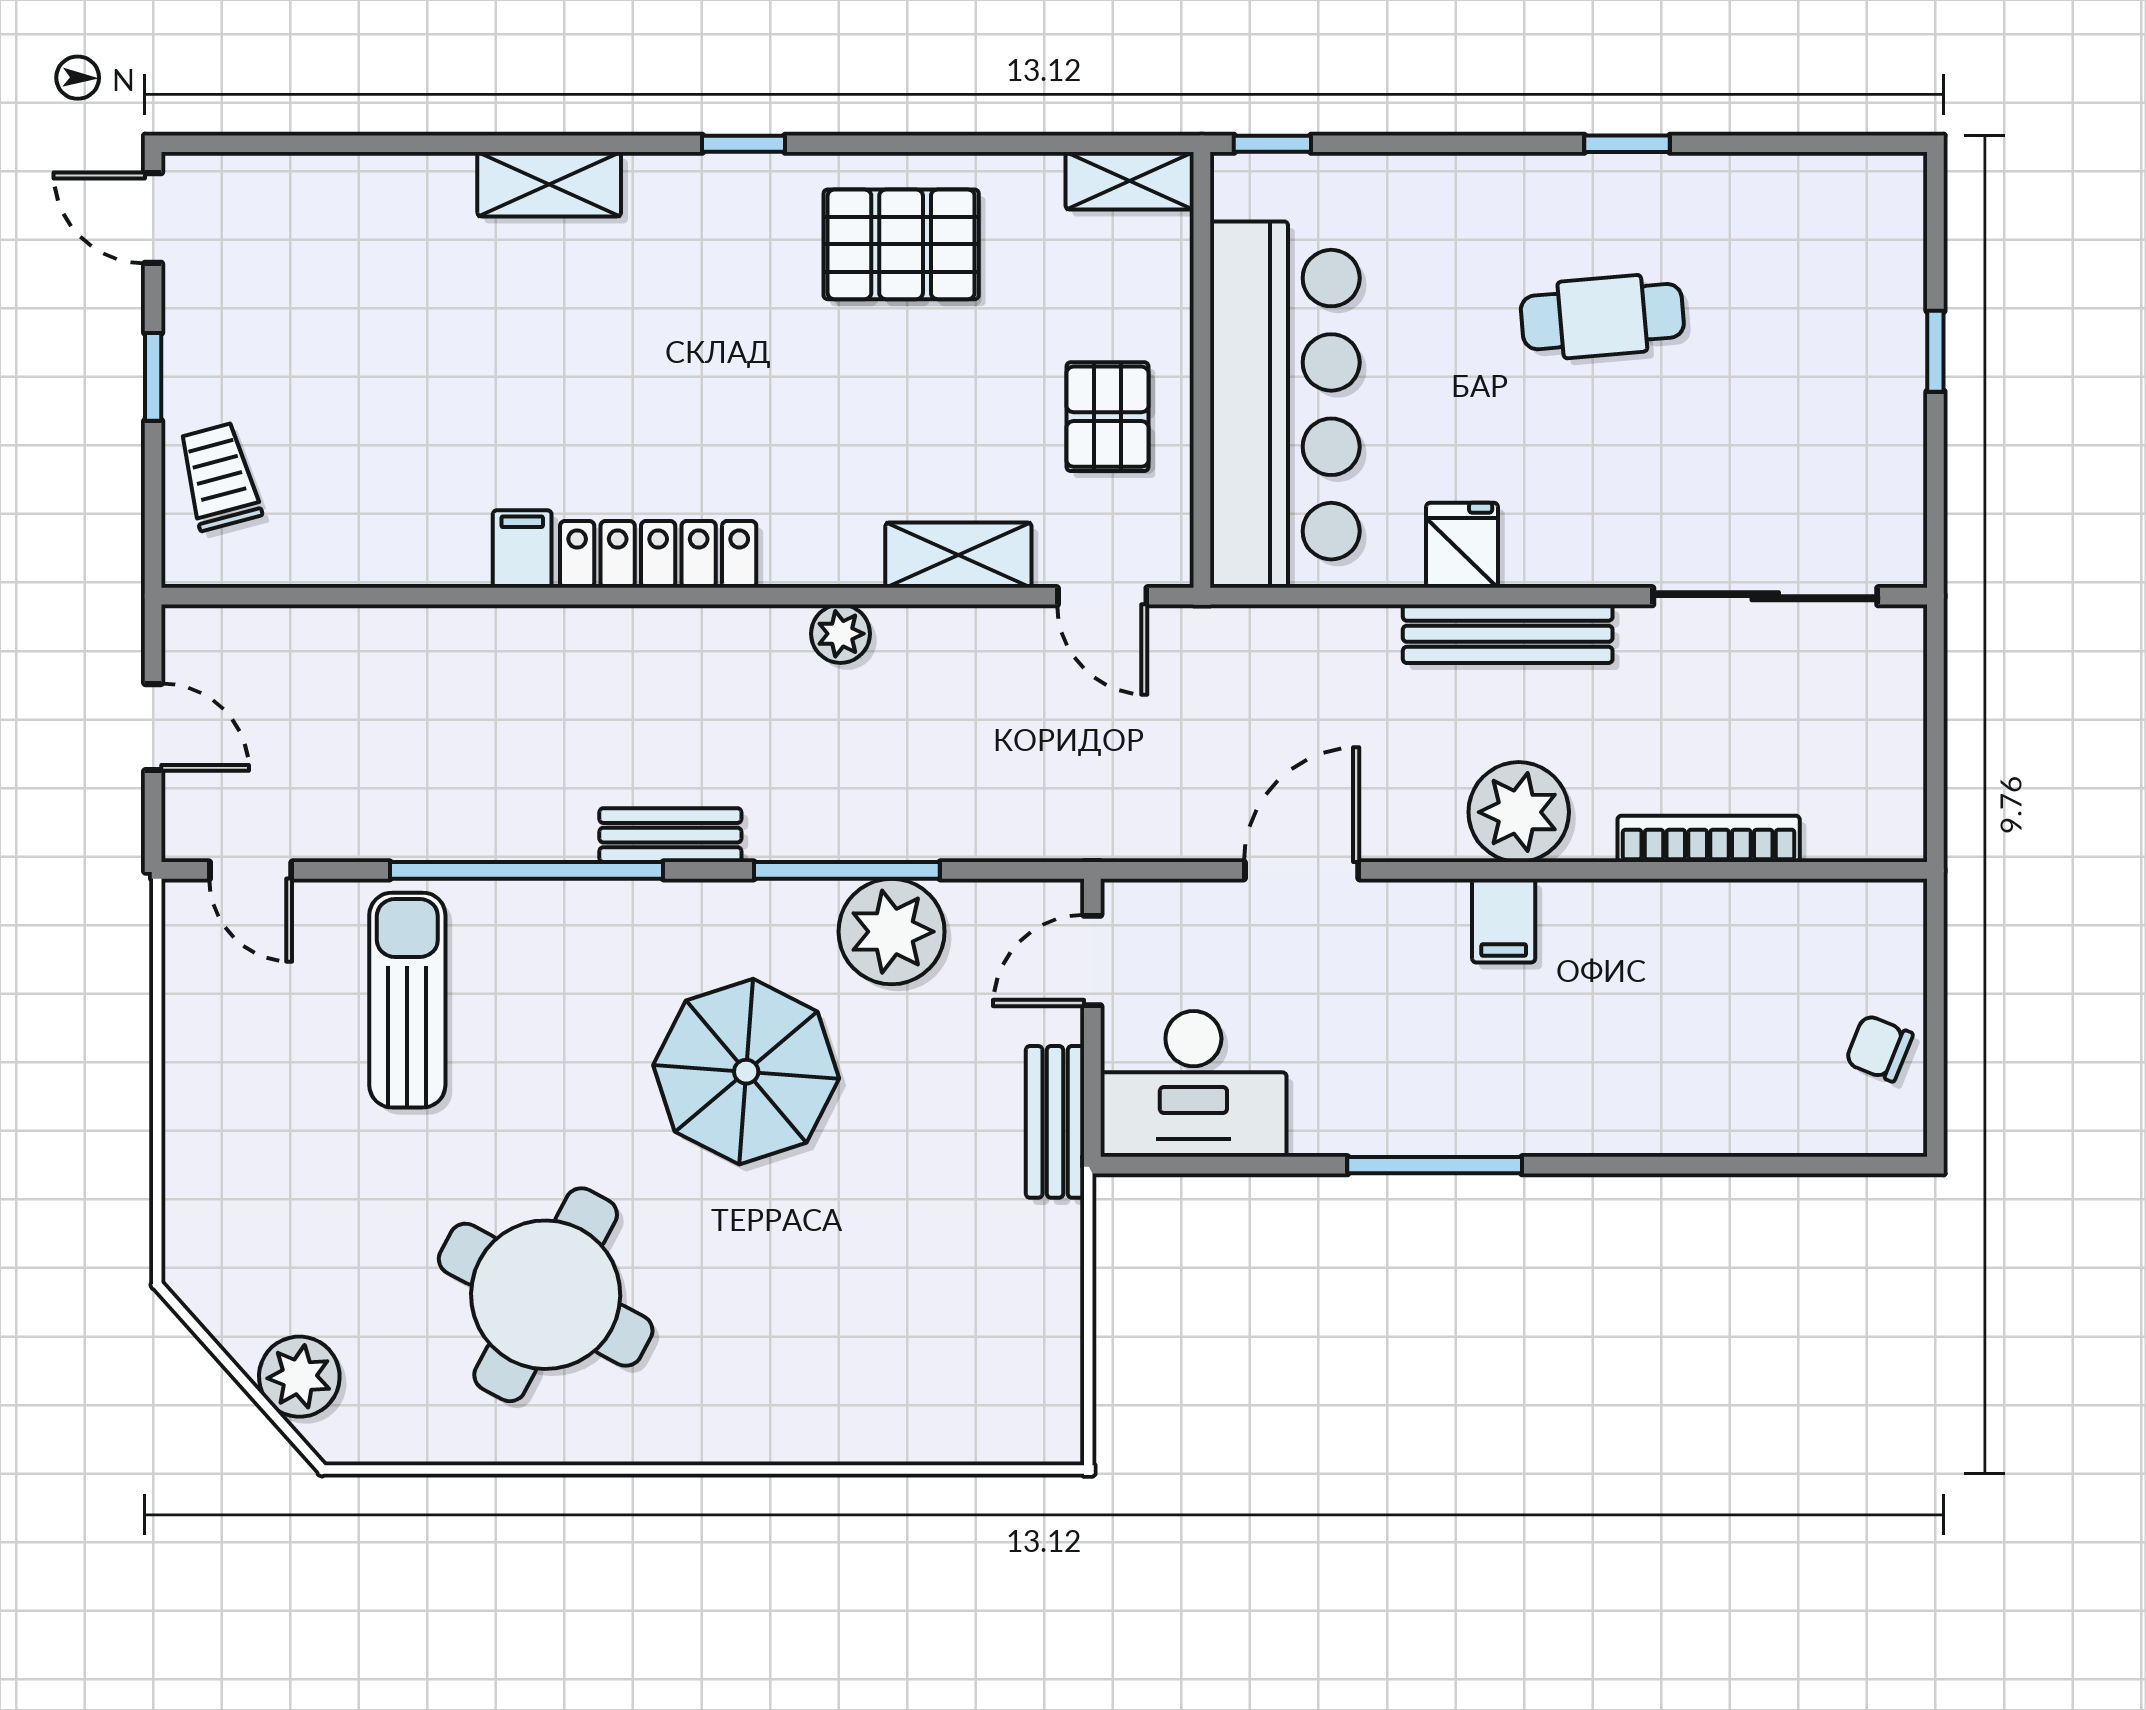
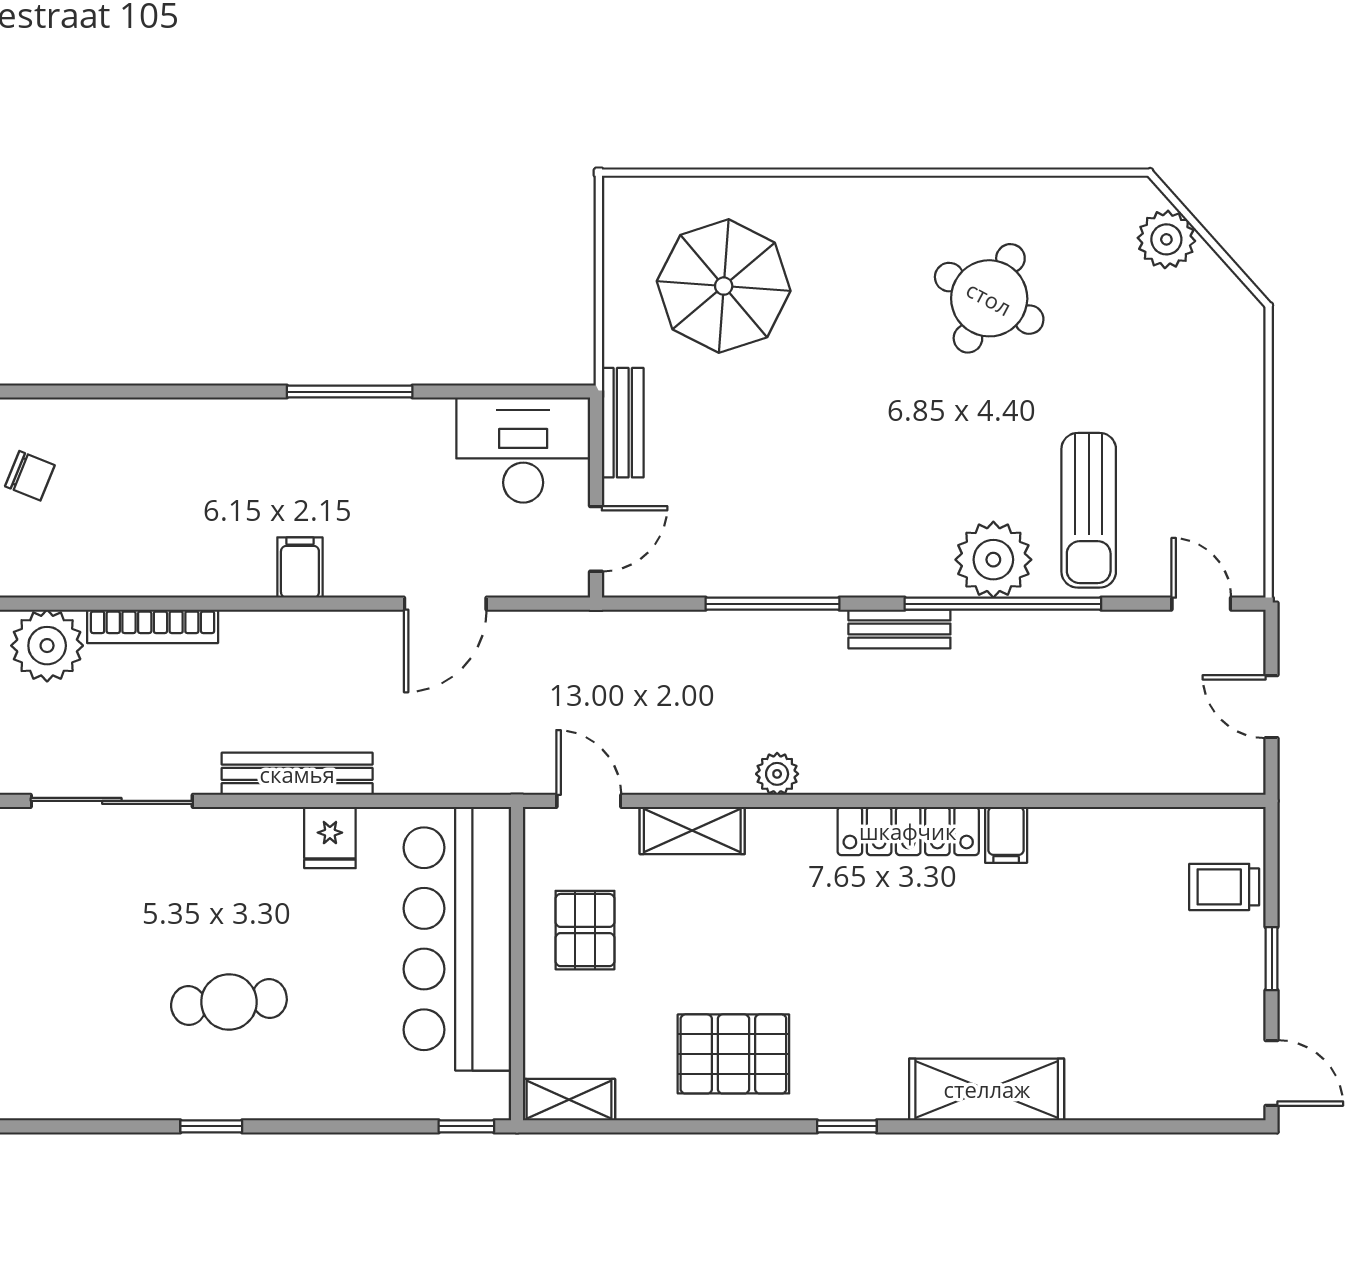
shelving: (549, 184) -> (987, 1089), width x1.50, depth x1.33
trolley: (219, 477) -> (1224, 887), turned 105
plant: (1519, 812) -> (47, 646), moved
plant: (892, 932) -> (993, 560), moved
parasol: (746, 1072) -> (724, 286), moved
round table: (546, 1295) -> (989, 298), width x0.73, depth x0.73

